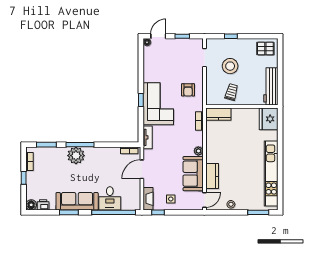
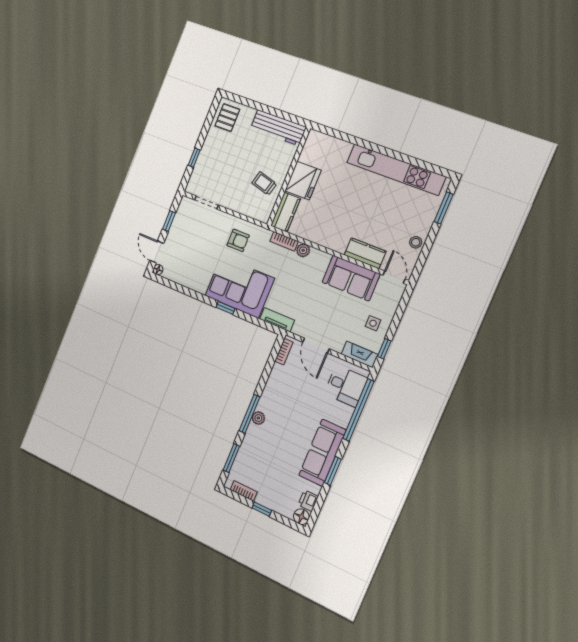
stool: (230, 66) -> (231, 173), removed
fridge: (269, 119) -> (303, 181), moved, turned -90
plant: (198, 151) -> (303, 250), moved
plant: (76, 156) -> (258, 418), width x0.53, depth x0.53
desk: (110, 198) -> (346, 386), moved

